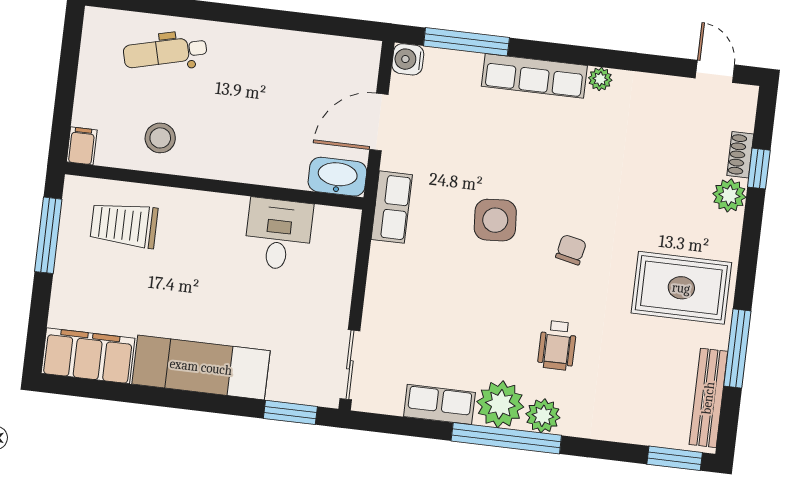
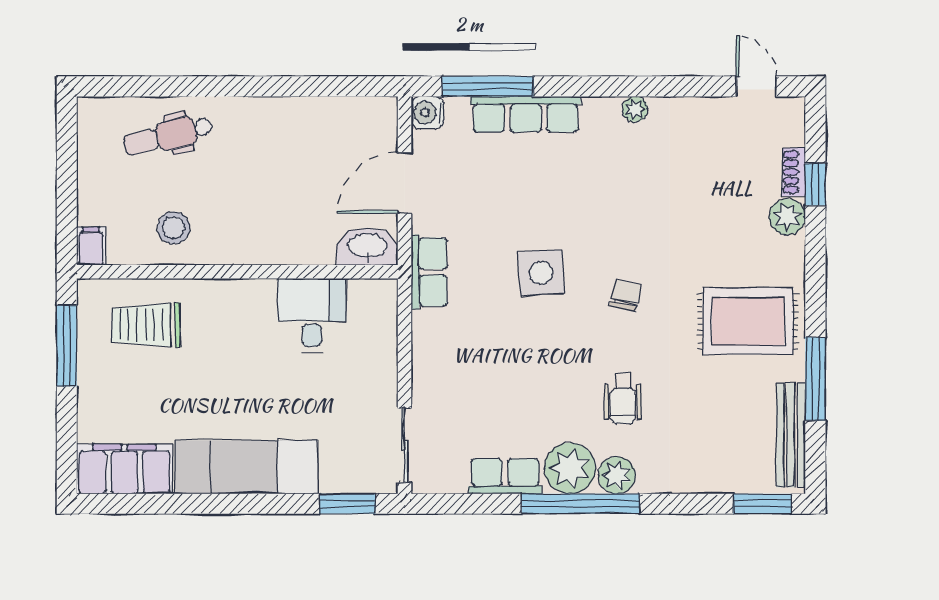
row of seats: (534, 76) -> (526, 114), moved

